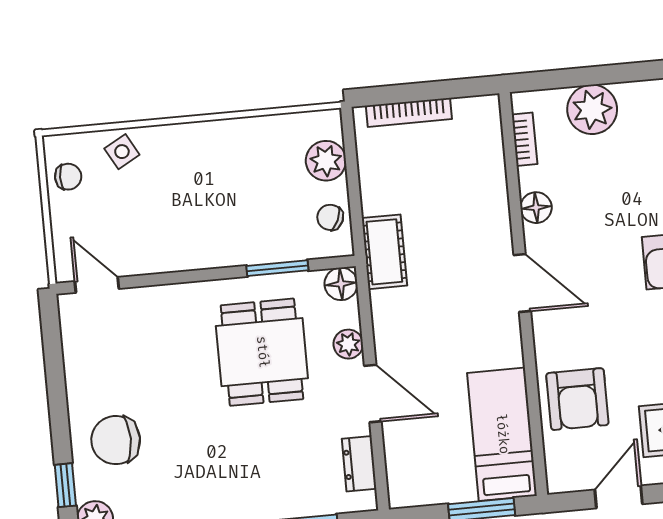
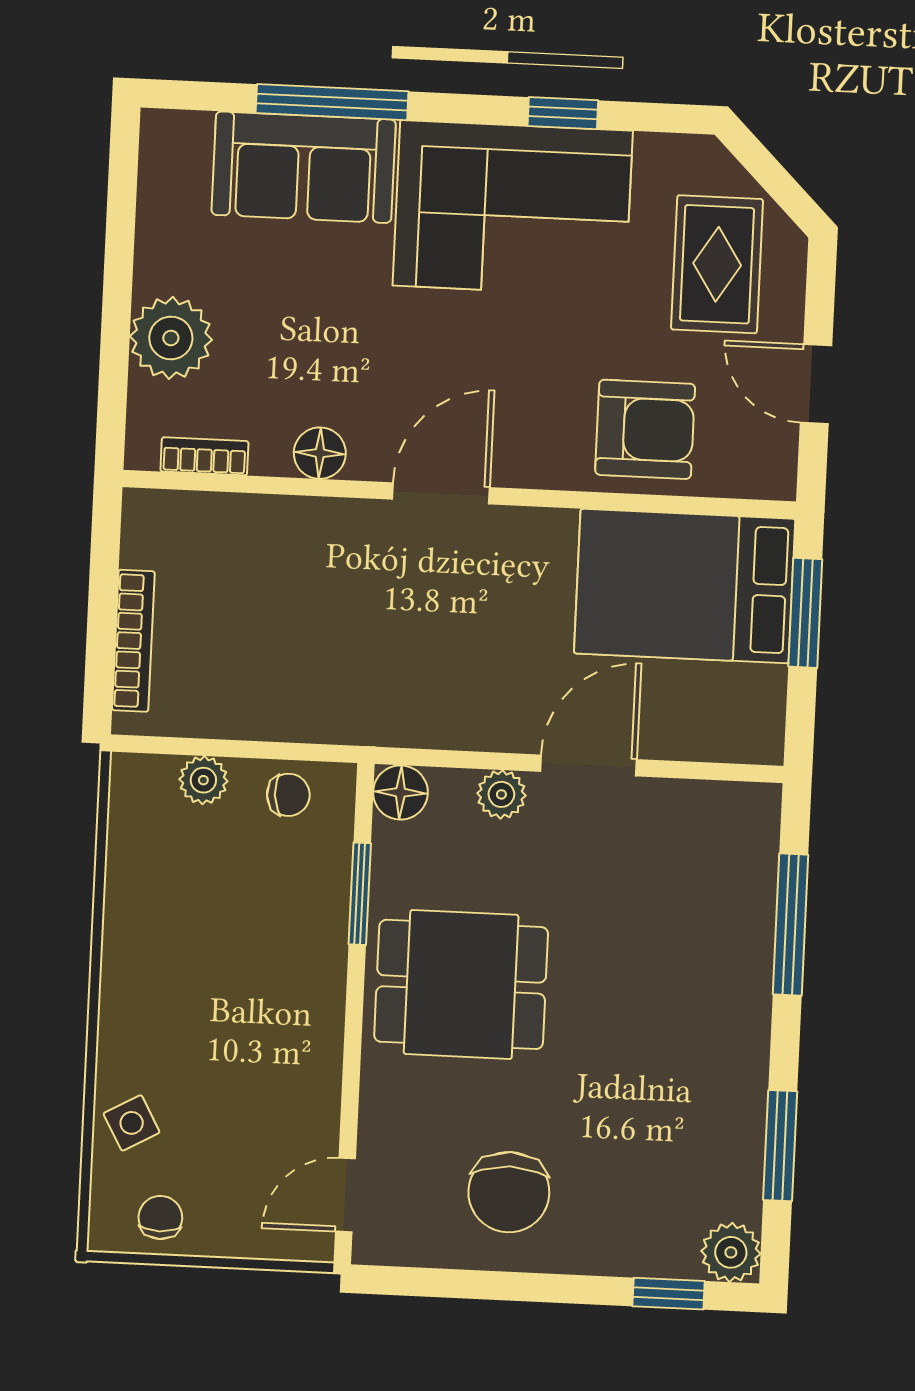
plant: (326, 161) -> (203, 780), width x0.73, depth x0.73
chair: (330, 217) -> (288, 795), turned -118
cot: (384, 252) -> (358, 713), removed
dining table: (262, 352) -> (461, 984), moved
bed: (502, 434) -> (685, 586), width x1.50
chair: (116, 440) -> (509, 1192), moved
dresser: (359, 464) -> (701, 804), removed

